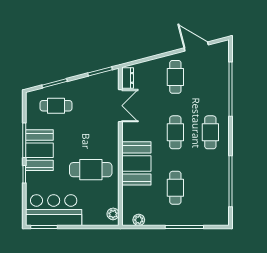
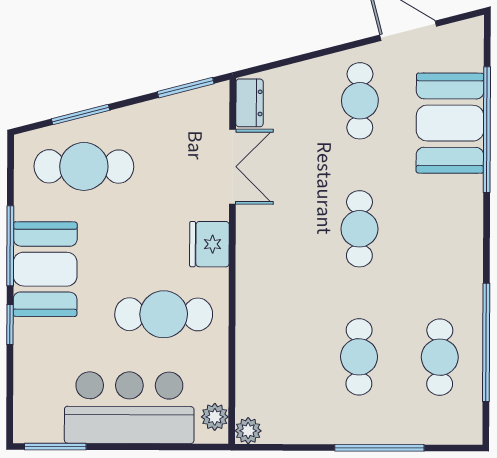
cafe table: (56, 106) -> (84, 166), width x1.37, depth x1.35
cafe table: (210, 132) -> (440, 357), moved
fridge: (110, 139) -> (209, 244), added
booth: (136, 163) -> (450, 123), moved
bar counter: (54, 210) -> (129, 408), moved
plant: (139, 220) -> (248, 431), moved

